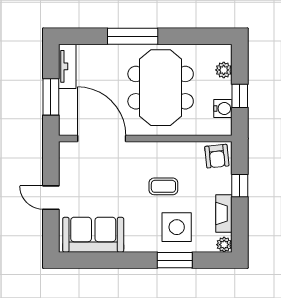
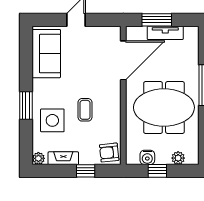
tv unit: (67, 66) -> (165, 33), moved
window: (175, 260) -> (26, 106), moved

